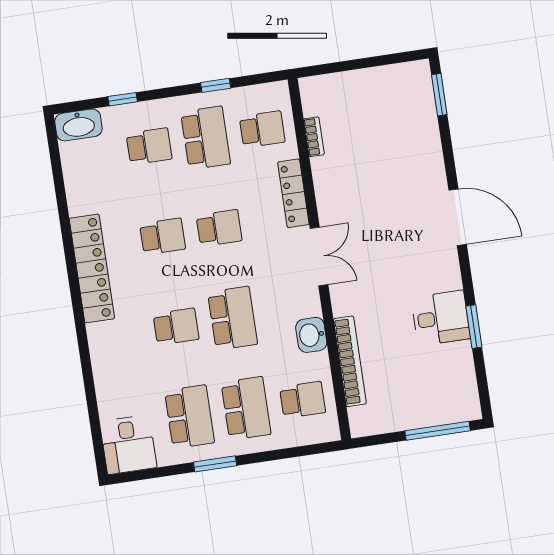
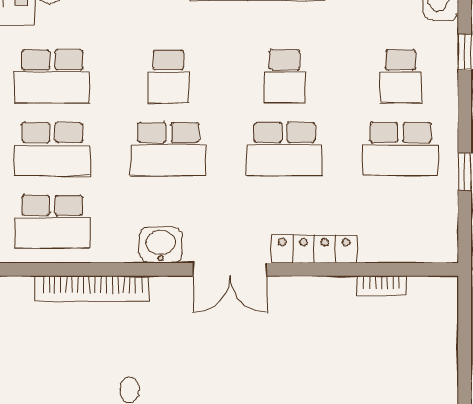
school desk: (262, 129) -> (400, 222), removed
school desk: (219, 228) -> (284, 149), width x1.85
washbasin: (311, 335) -> (161, 245), moved
school desk: (303, 400) -> (52, 222), width x1.85

